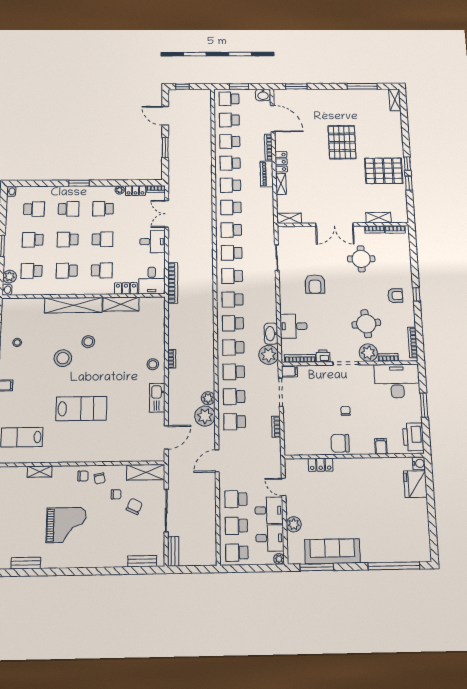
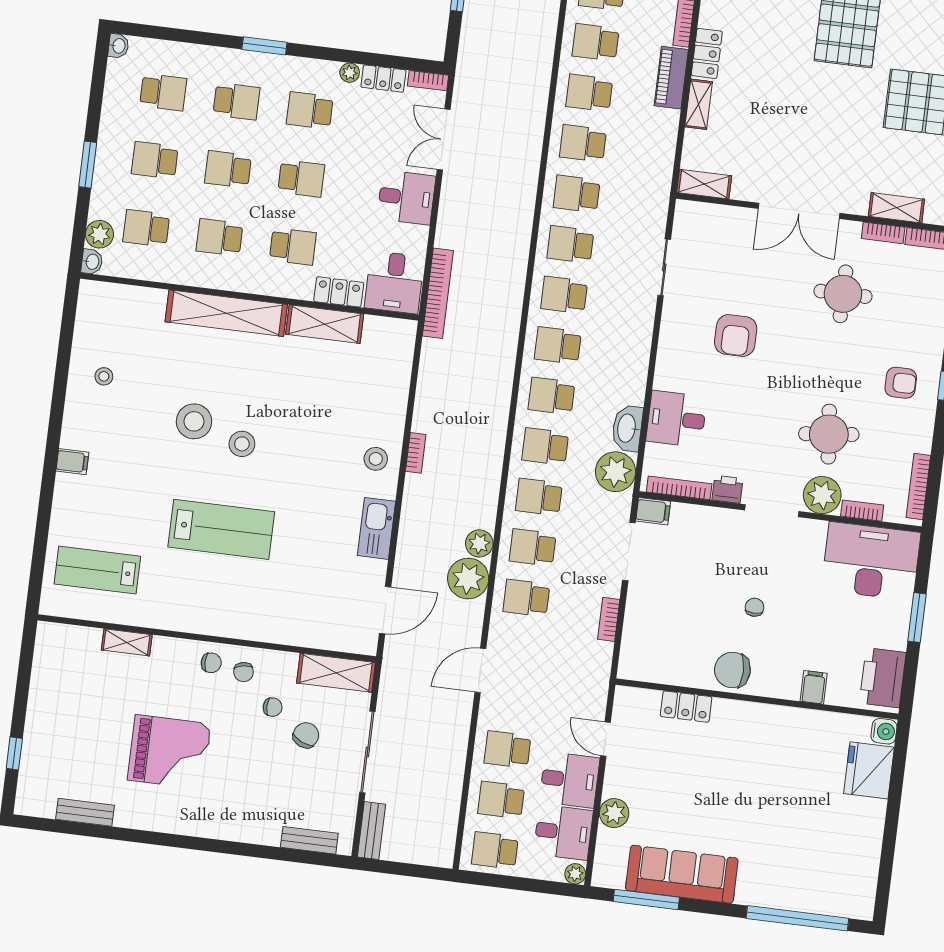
stool: (88, 342) -> (242, 444), moved

